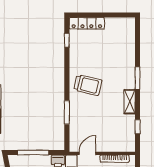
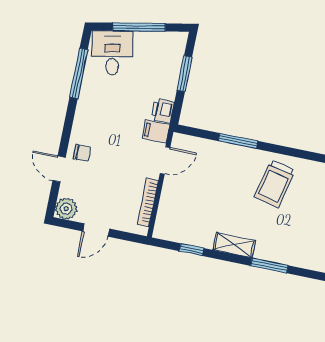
window: (33, 152) -> (184, 74), width x0.69
door: (87, 153) -> (165, 160), hinge flipped

